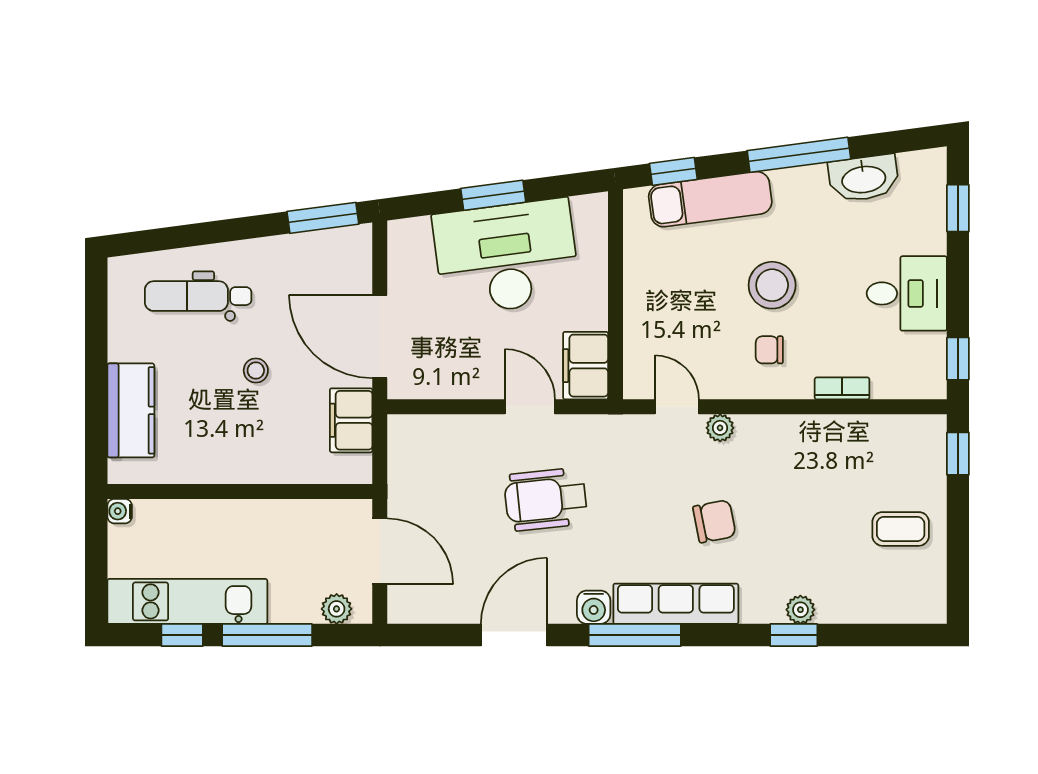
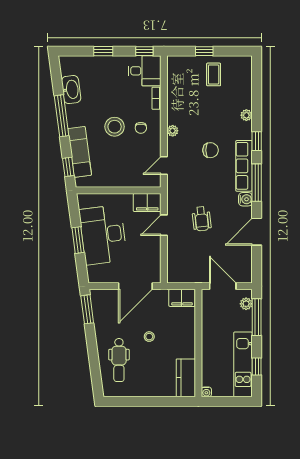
window: (958, 208) -> (103, 51), moved
desk: (907, 293) -> (145, 71), moved, turned 90
kitchen counter: (131, 410) -> (186, 378), moved, turned -90
filing cabinet: (351, 420) -> (182, 298), moved
plant: (720, 428) -> (173, 131), moved
window: (958, 454) -> (204, 51), moved
wheelchair: (546, 499) -> (202, 219), width x0.73, depth x0.73
chair: (714, 521) -> (210, 150), turned 101
door: (380, 551) -> (223, 286), hinge flipped
window: (267, 635) -> (257, 317), moved
door: (514, 635) -> (257, 232), hinge flipped
window: (794, 635) -> (257, 141), moved

